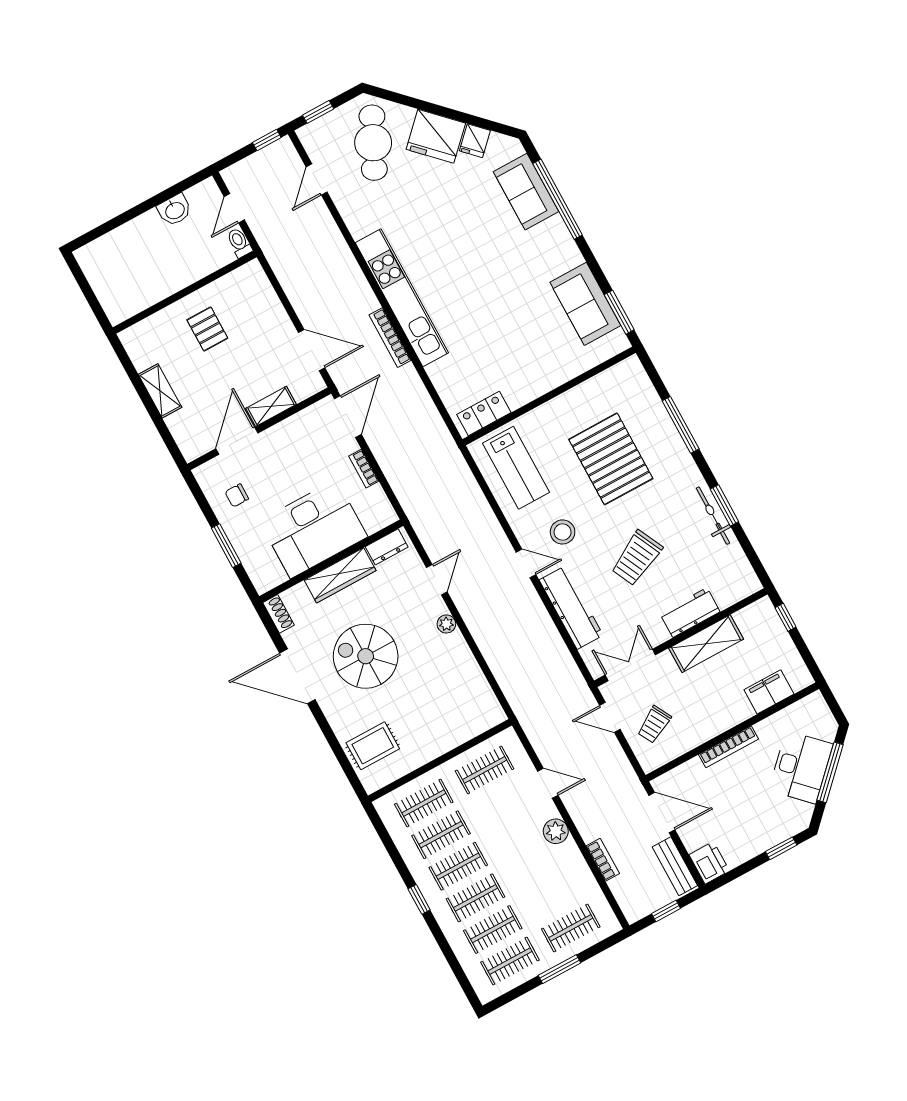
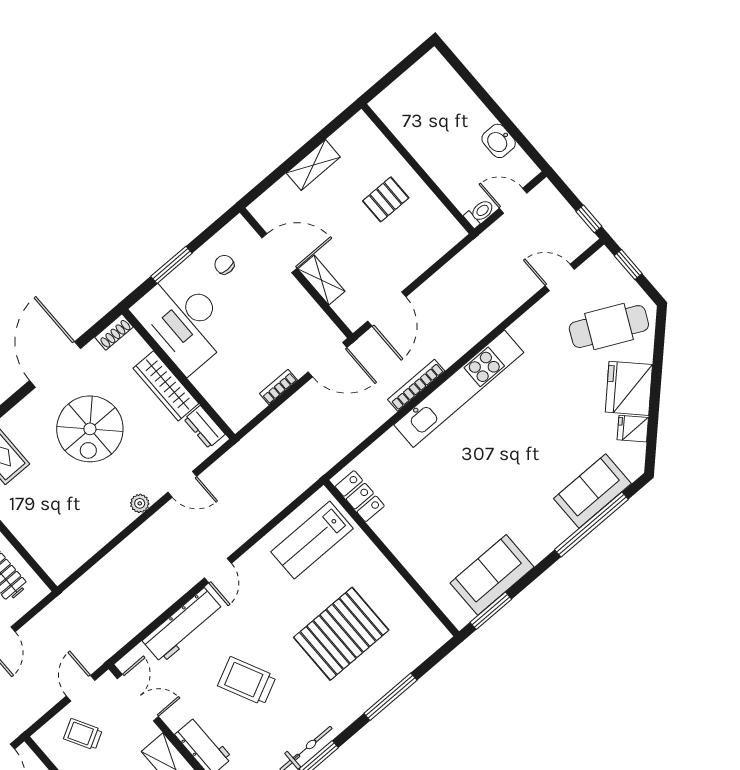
desk: (313, 529) -> (183, 321), moved
stool: (563, 532) -> (257, 601), removed
spiral stairs: (366, 656) -> (90, 429), turned 180

